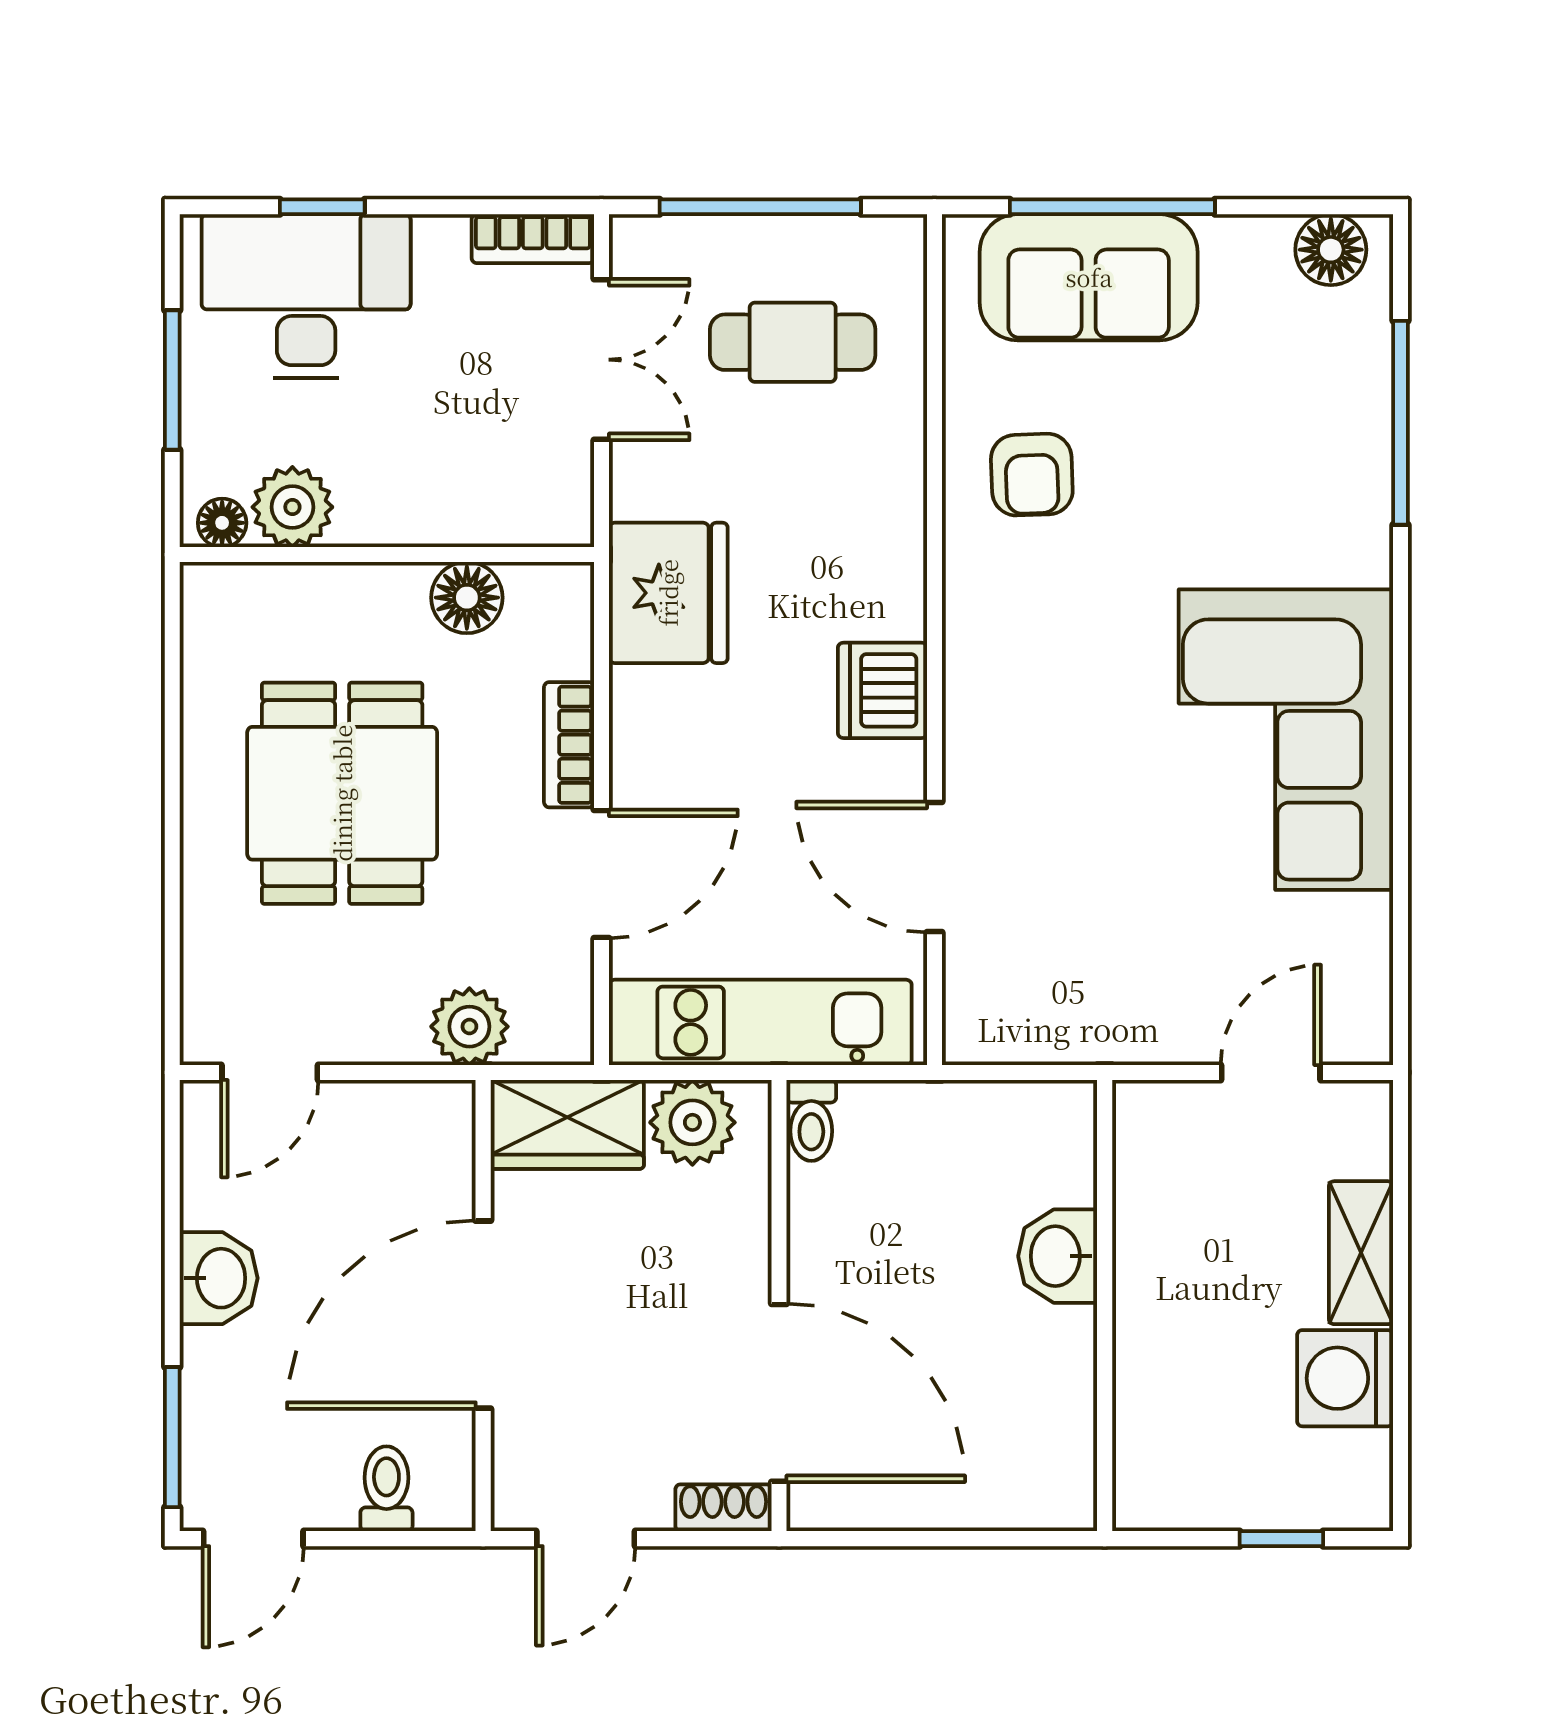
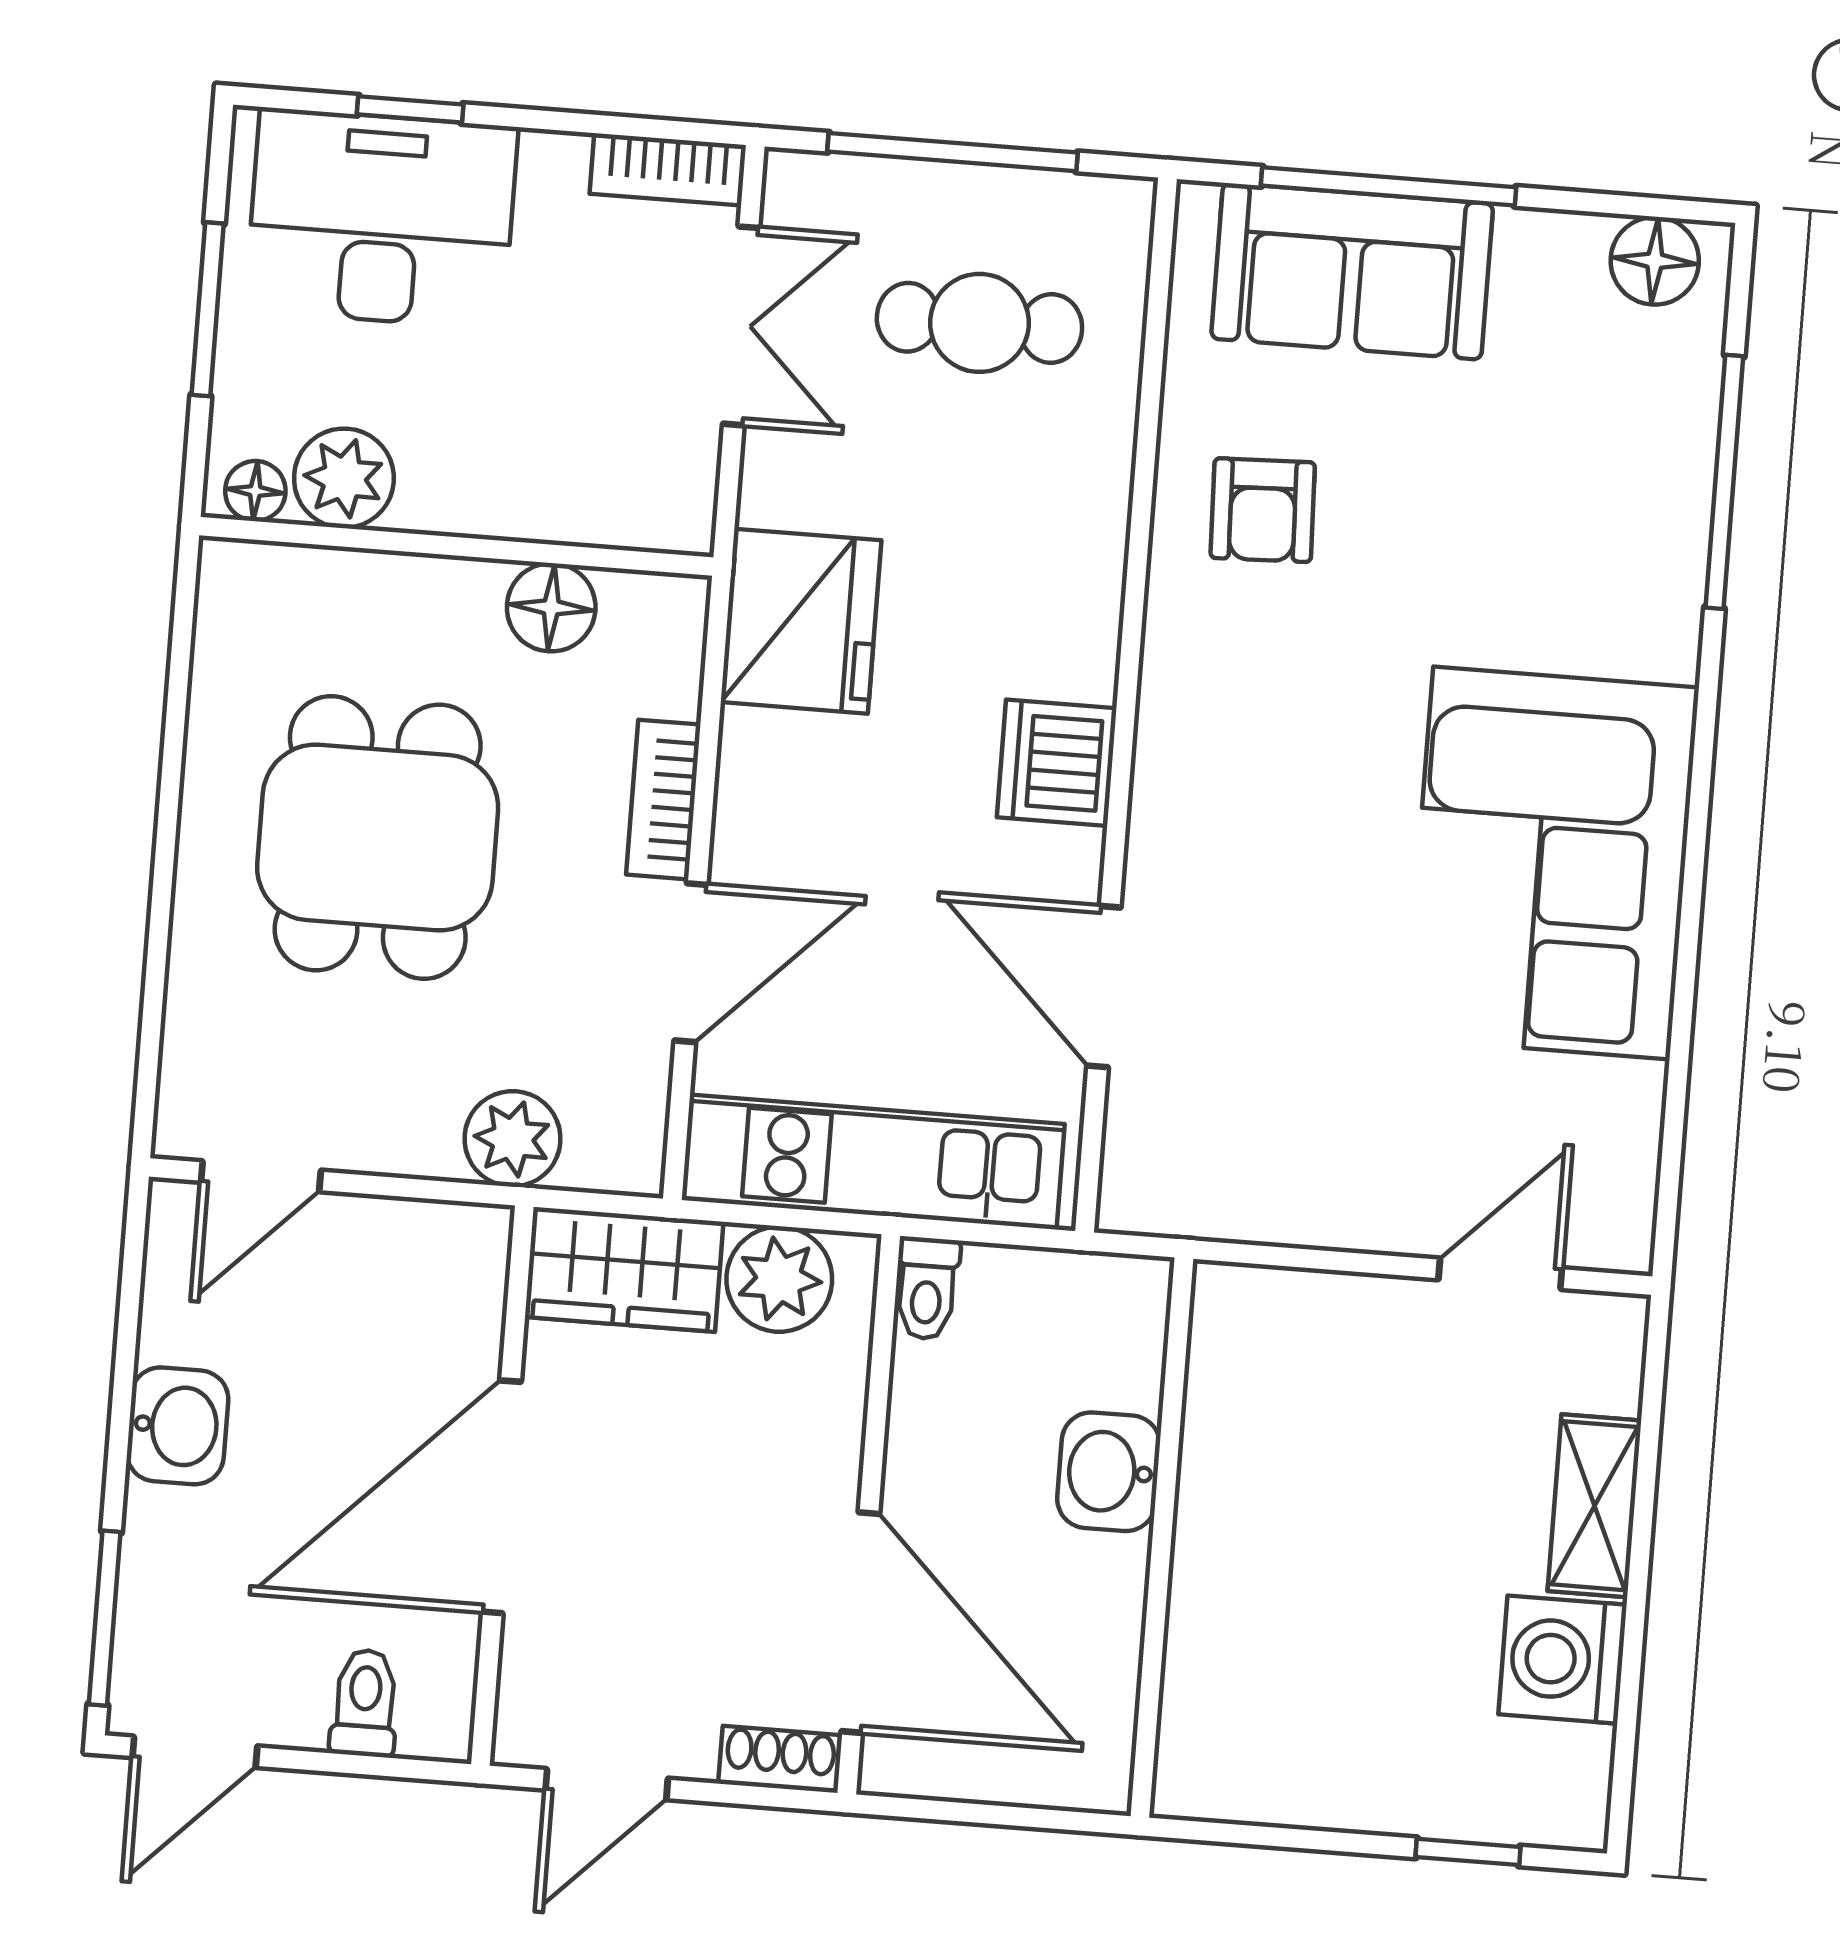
washbasin: (1058, 1256) -> (1109, 1472), moved
wall: (1105, 1306) -> (1162, 1537), moved

